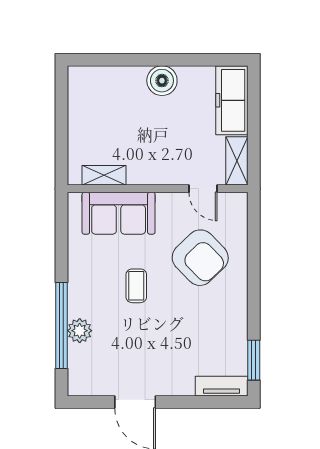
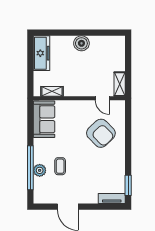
freezer: (232, 100) -> (41, 53), moved, turned 180
sofa: (119, 213) -> (44, 119), moved, turned -90
coffee table: (136, 286) -> (60, 166), moved

